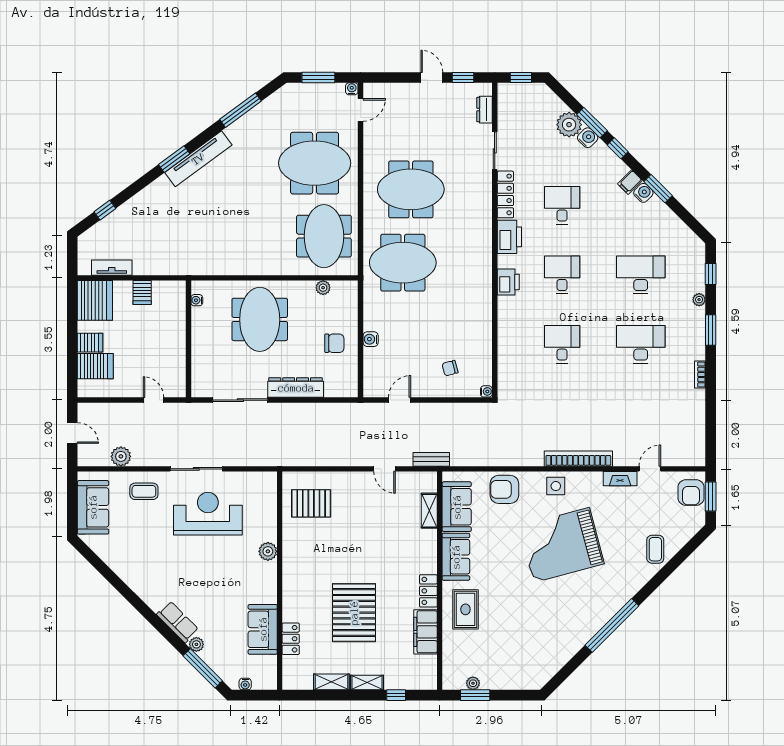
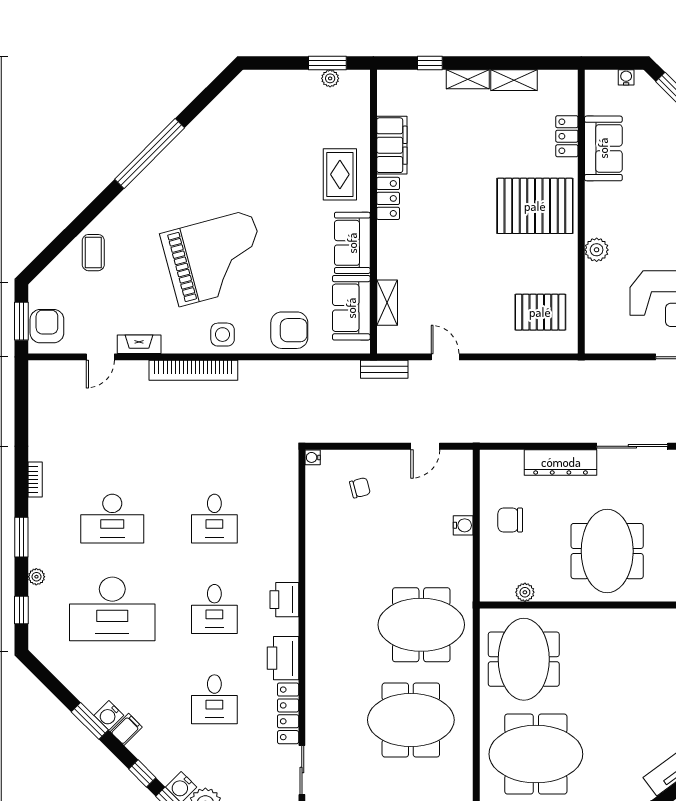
desk: (641, 275) -> (112, 609), width x1.36, depth x1.30
pallet: (354, 613) -> (535, 206), moved, turned 90

